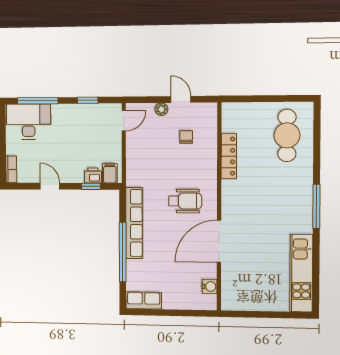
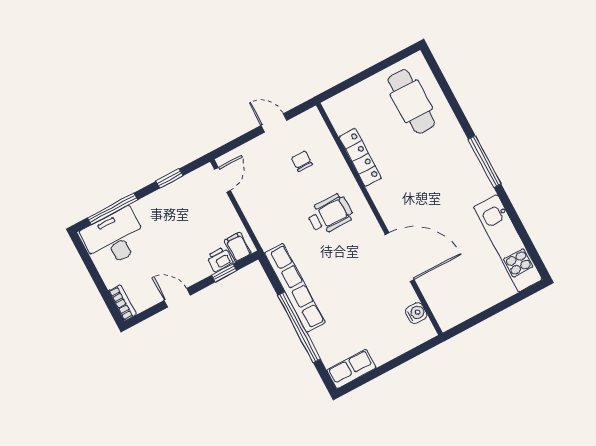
plant: (161, 109) -> (258, 145), removed
wheelchair: (185, 201) -> (330, 214), moved
door: (219, 241) -> (400, 257), swing flipped

